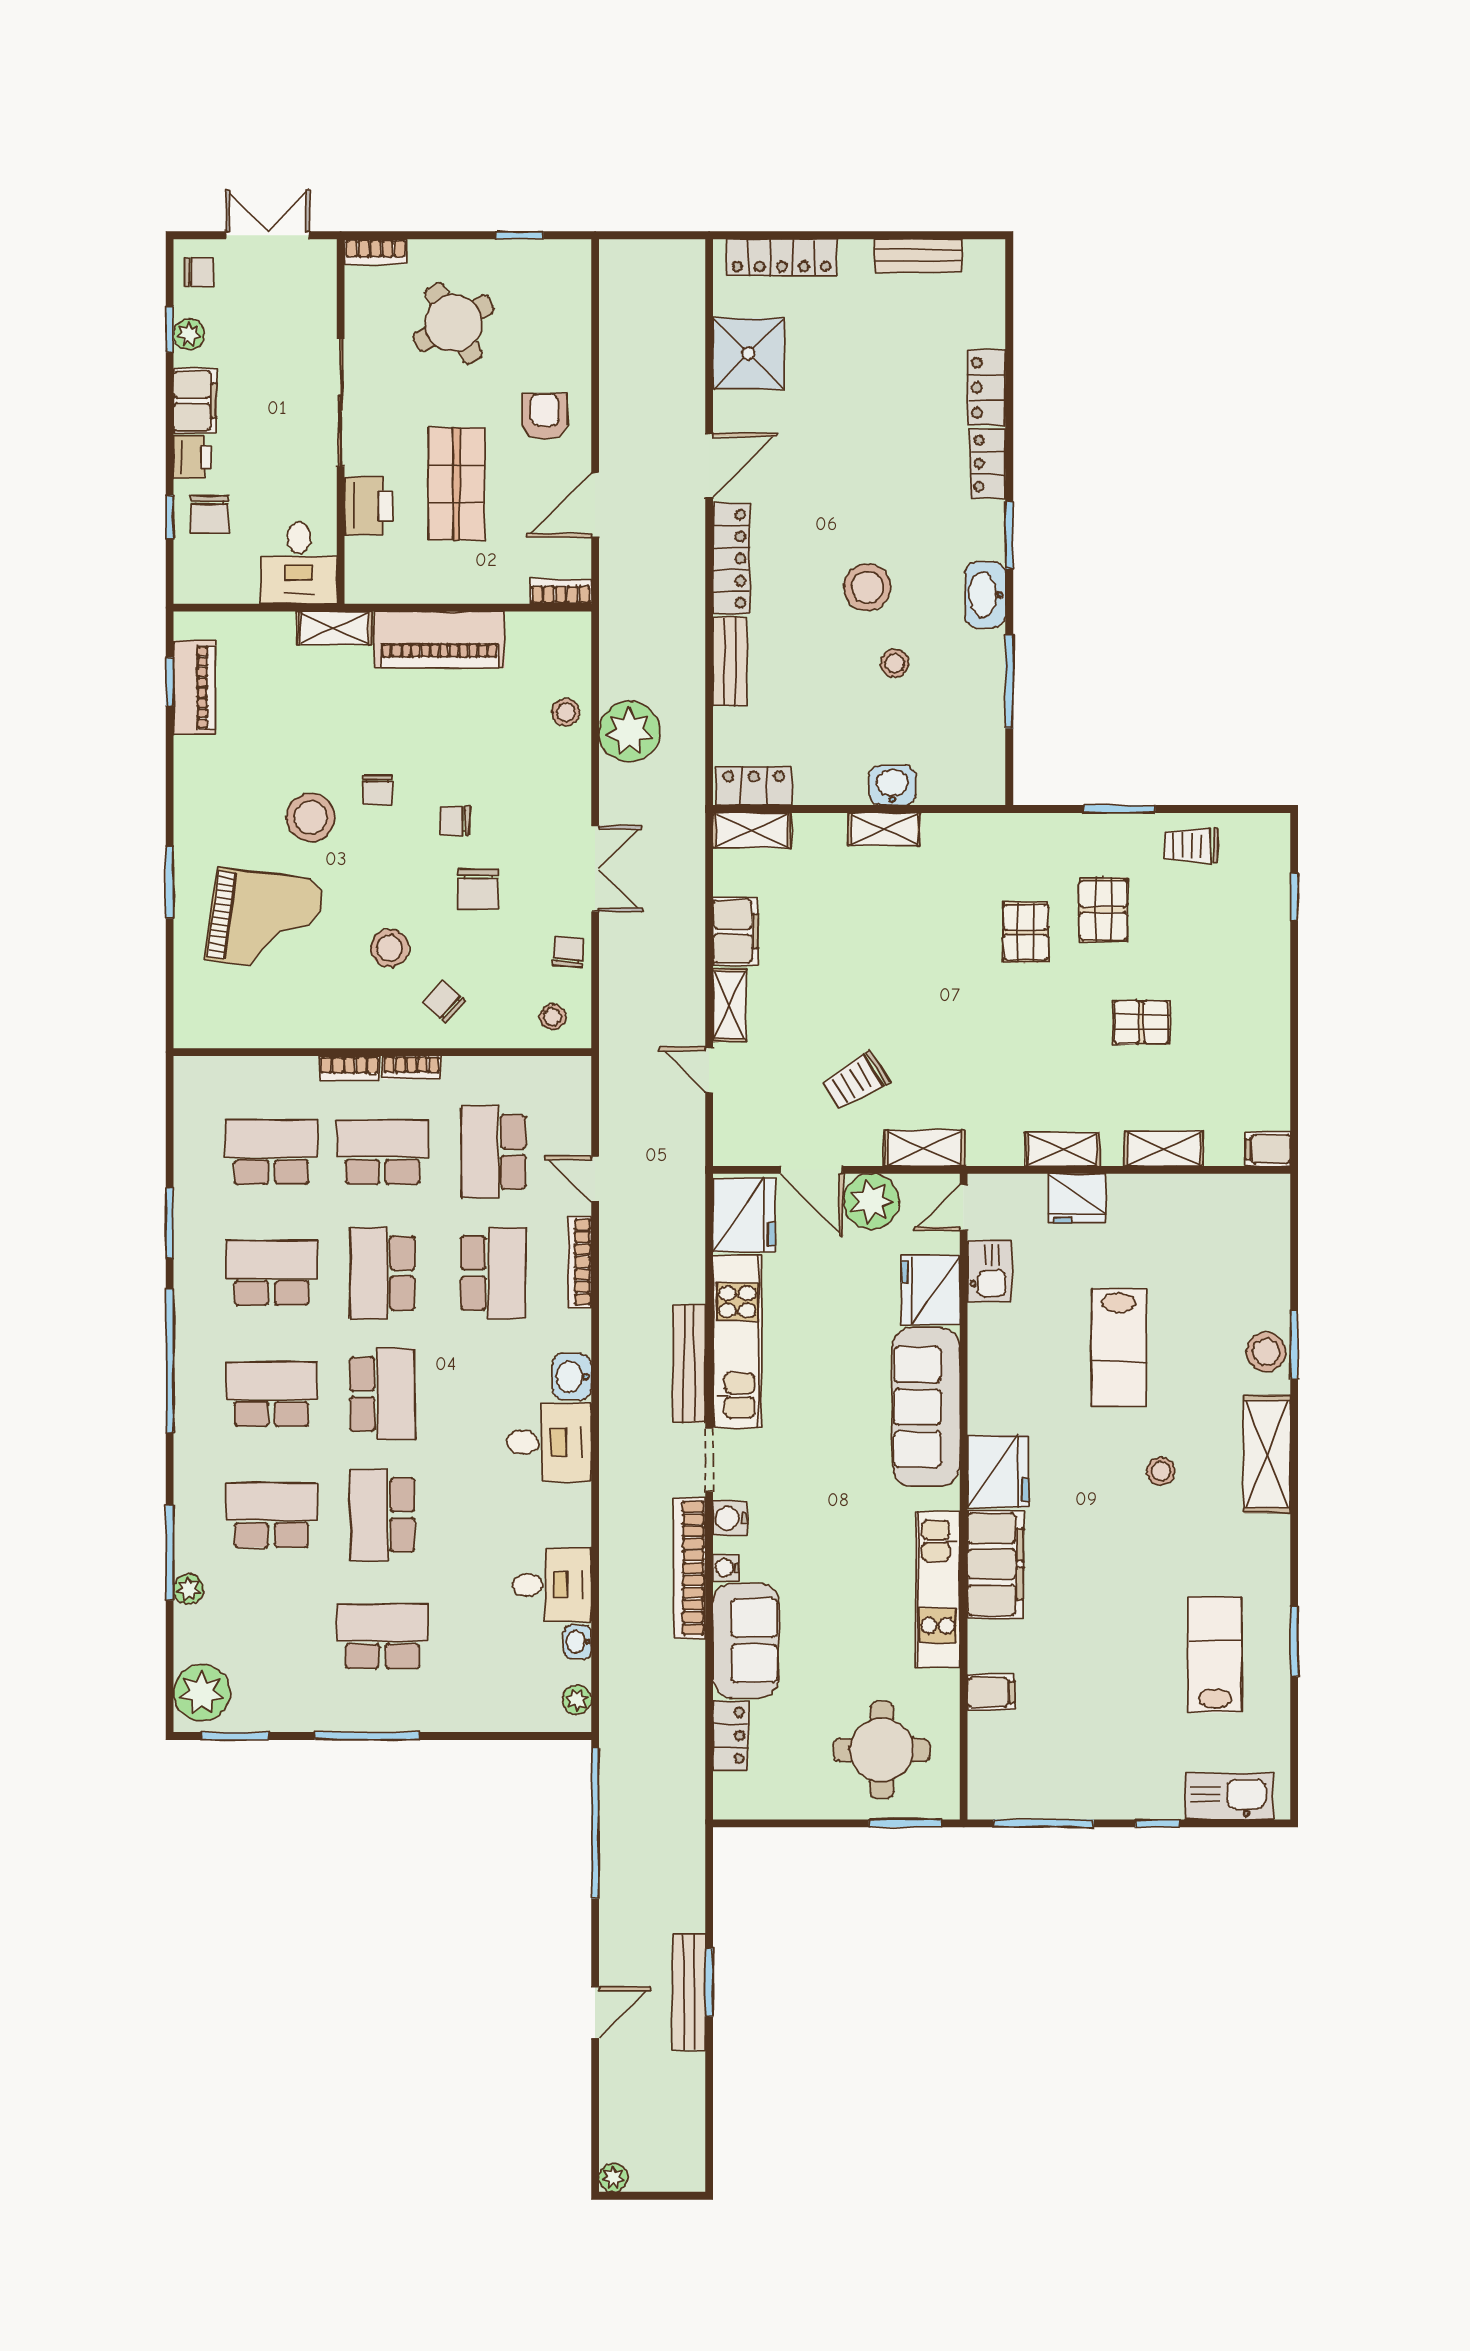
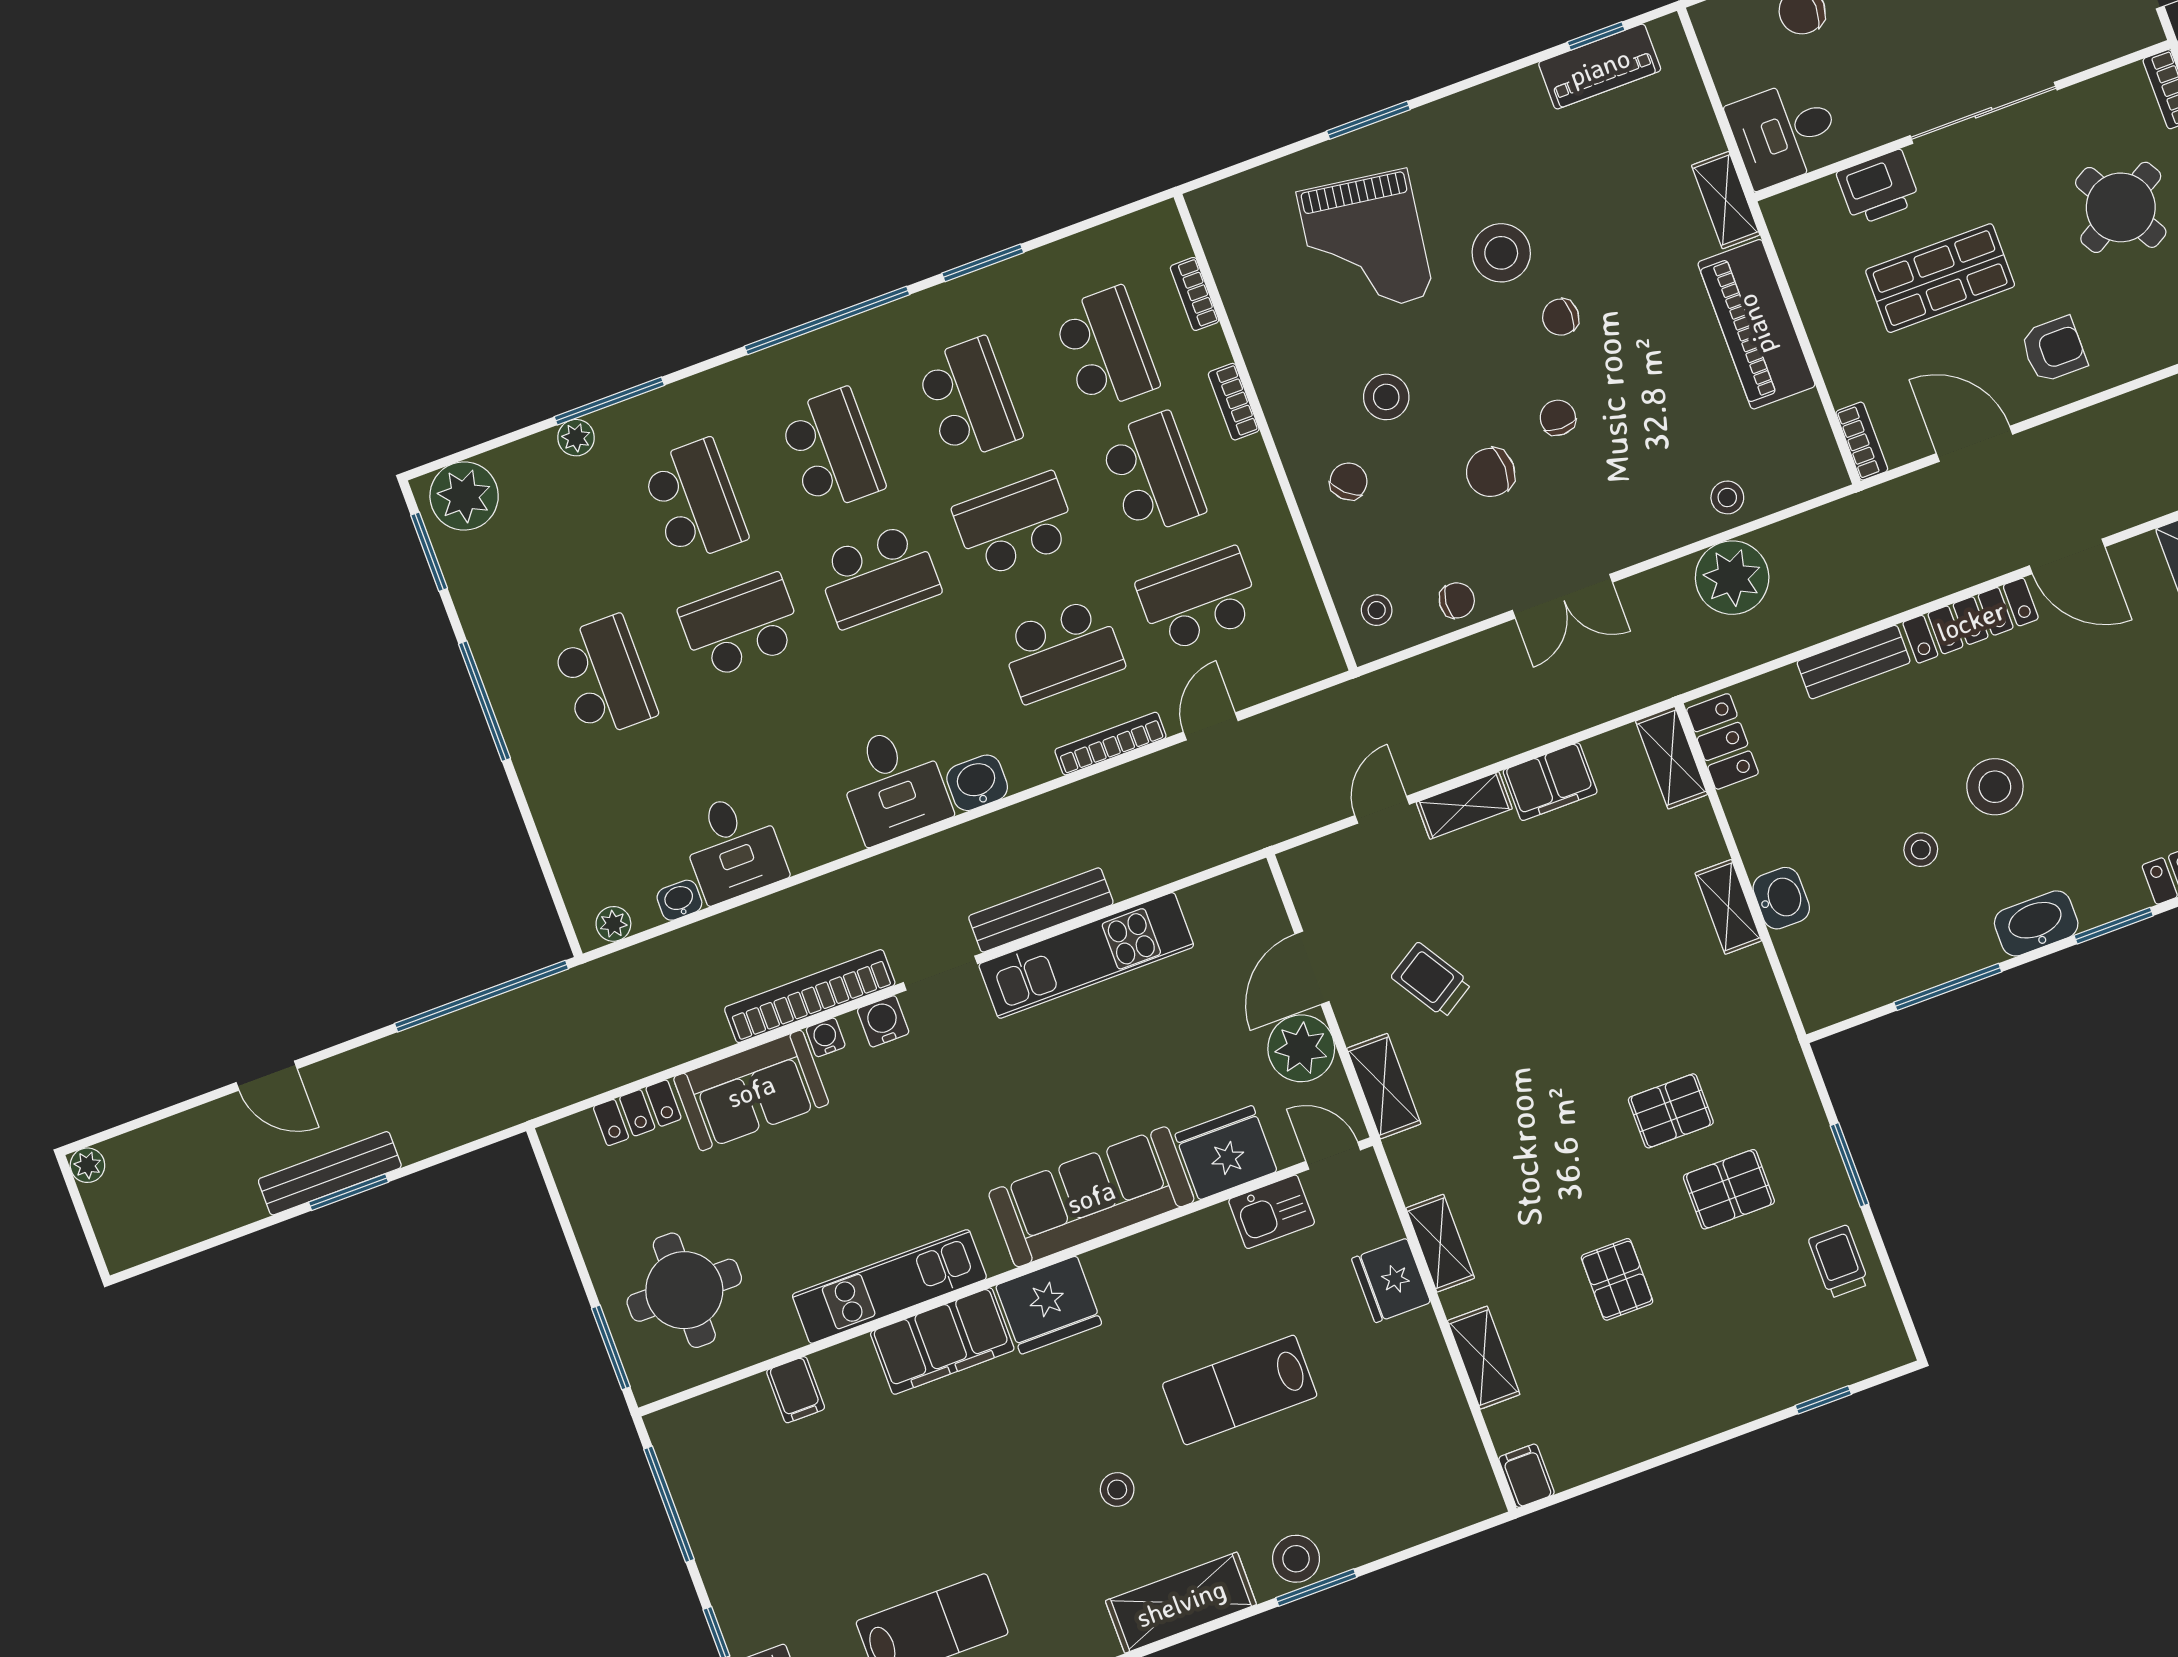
bookcase: (412, 1067) -> (1195, 294), moved
fridge: (744, 1215) -> (1232, 910), removed

